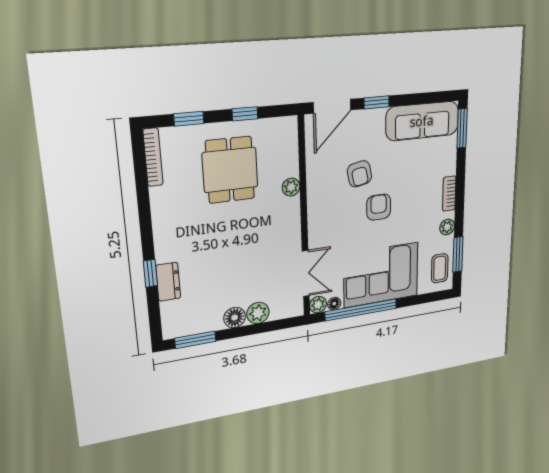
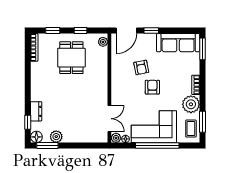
plant: (291, 187) -> (103, 42), moved
plant: (447, 227) -> (191, 104), width x1.88, depth x1.88
window: (150, 273) -> (28, 122), moved
window: (361, 310) -> (157, 146), moved
plant: (258, 313) -> (56, 137), moved
floor lamp: (235, 318) -> (36, 137), moved

